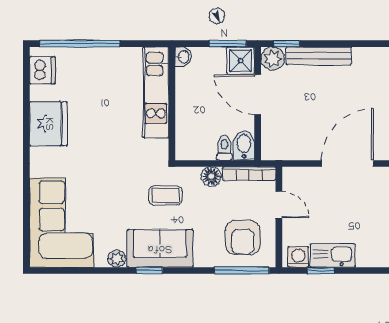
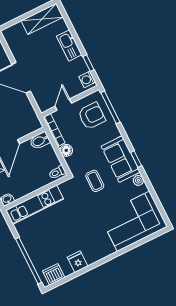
fridge: (48, 124) -> (77, 262), width x0.53, depth x0.75
toilet: (224, 148) -> (57, 172), moved
coffee table: (165, 196) -> (95, 181), moved
kitchen sink: (333, 255) -> (69, 45), moved

